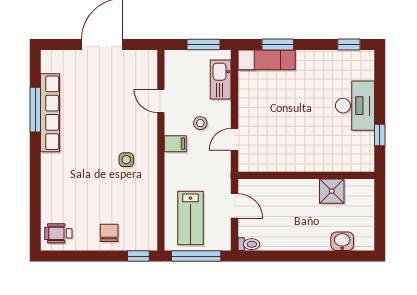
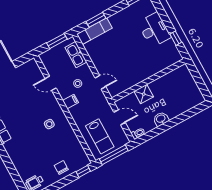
door: (234, 139) -> (100, 82), swing flipped
shower: (332, 191) -> (144, 94), moved
washbasin: (342, 241) -> (161, 119), moved

